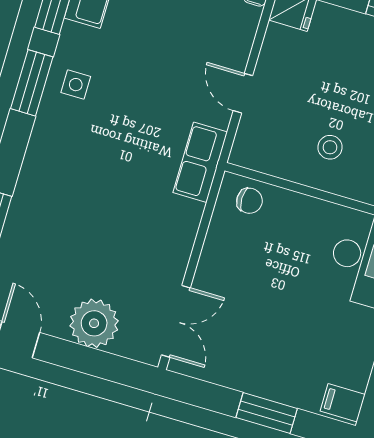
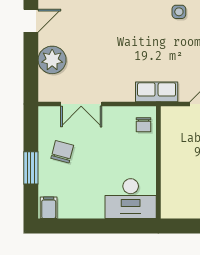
stool: (330, 147) -> (186, 160), removed
double door: (176, 321) -> (81, 104), moved
chair: (255, 352) -> (62, 152), added

